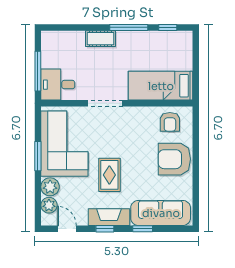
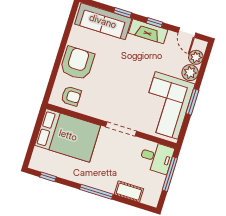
window: (129, 27) -> (96, 192), moved
cot: (100, 39) -> (129, 192), moved
bed: (161, 86) -> (68, 135), width x1.50
armchair: (170, 122) -> (71, 96), turned 90
armchair: (174, 159) -> (77, 63), turned -90
rug: (109, 175) -> (137, 67), removed

